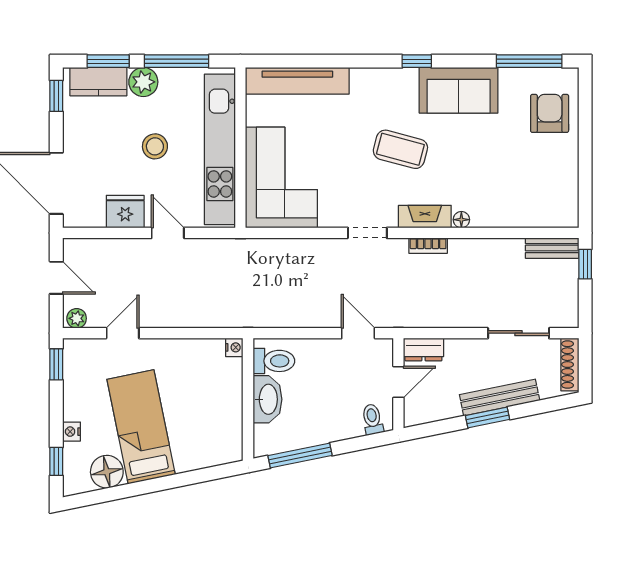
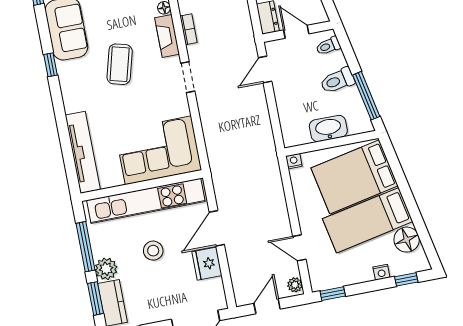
door: (168, 233) -> (217, 228), width x1.38
toilet: (274, 361) -> (337, 81), moved, turned -101
bed: (199, 421) -> (354, 177), added

